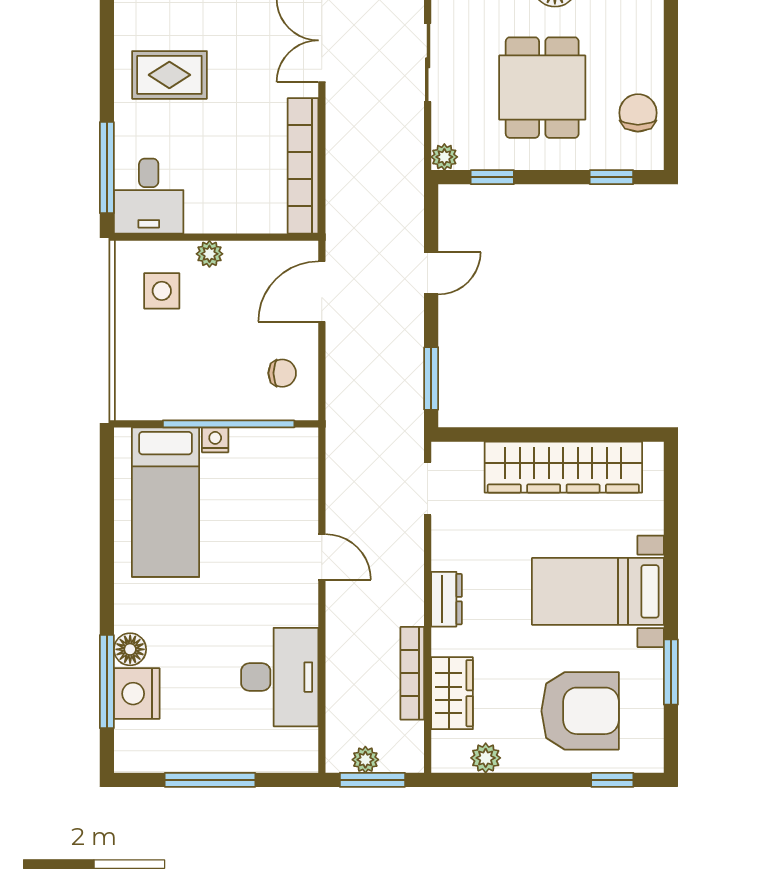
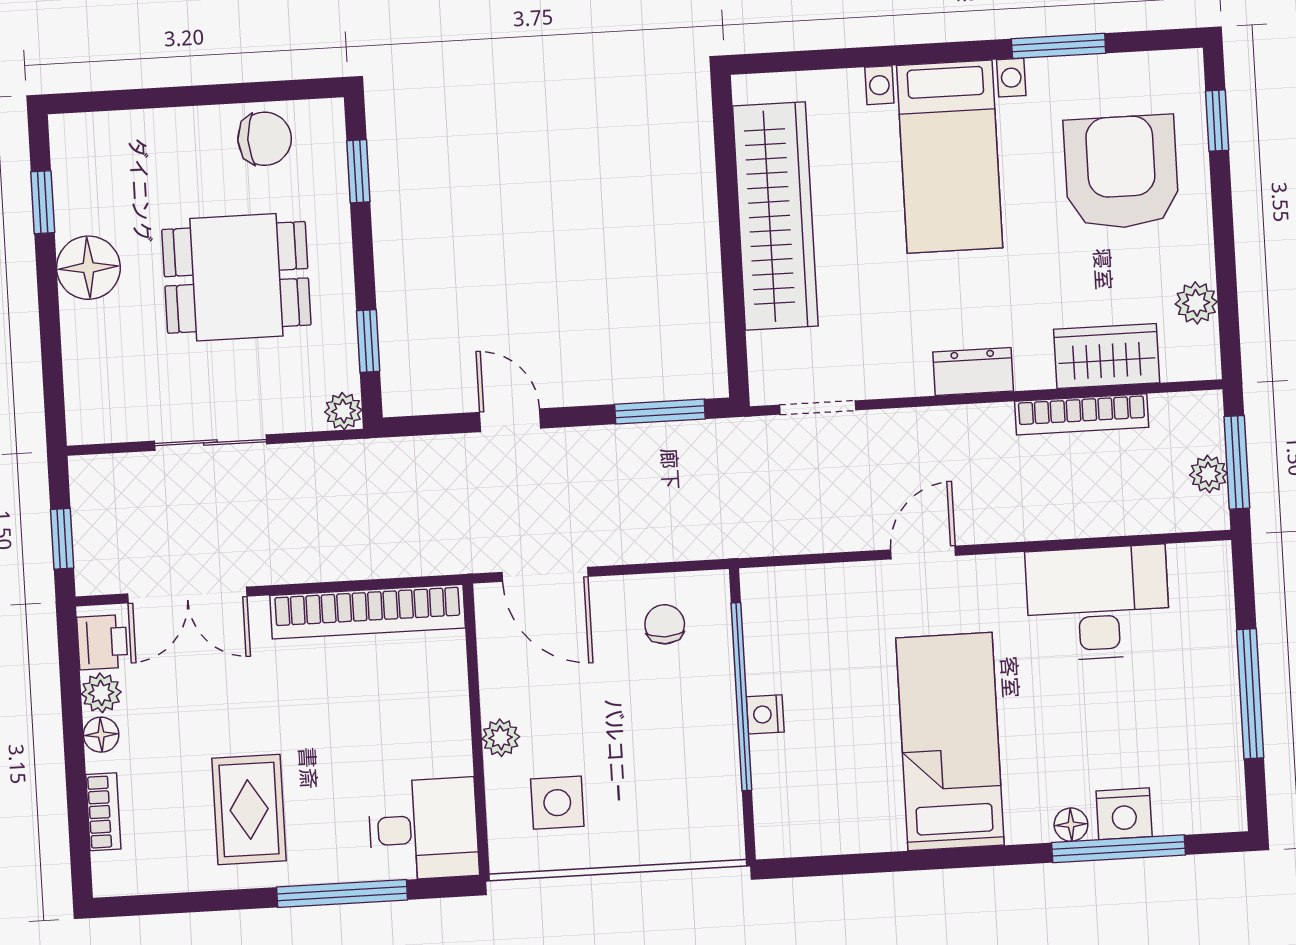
chair: (638, 113) -> (265, 139), turned 180
window: (107, 168) -> (342, 893), moved
bed: (166, 502) -> (950, 741), moved, turned -90
floor lamp: (130, 649) -> (1071, 825), width x0.73, depth x0.73
nightstand: (137, 694) -> (1124, 814), width x0.74, depth x0.75

